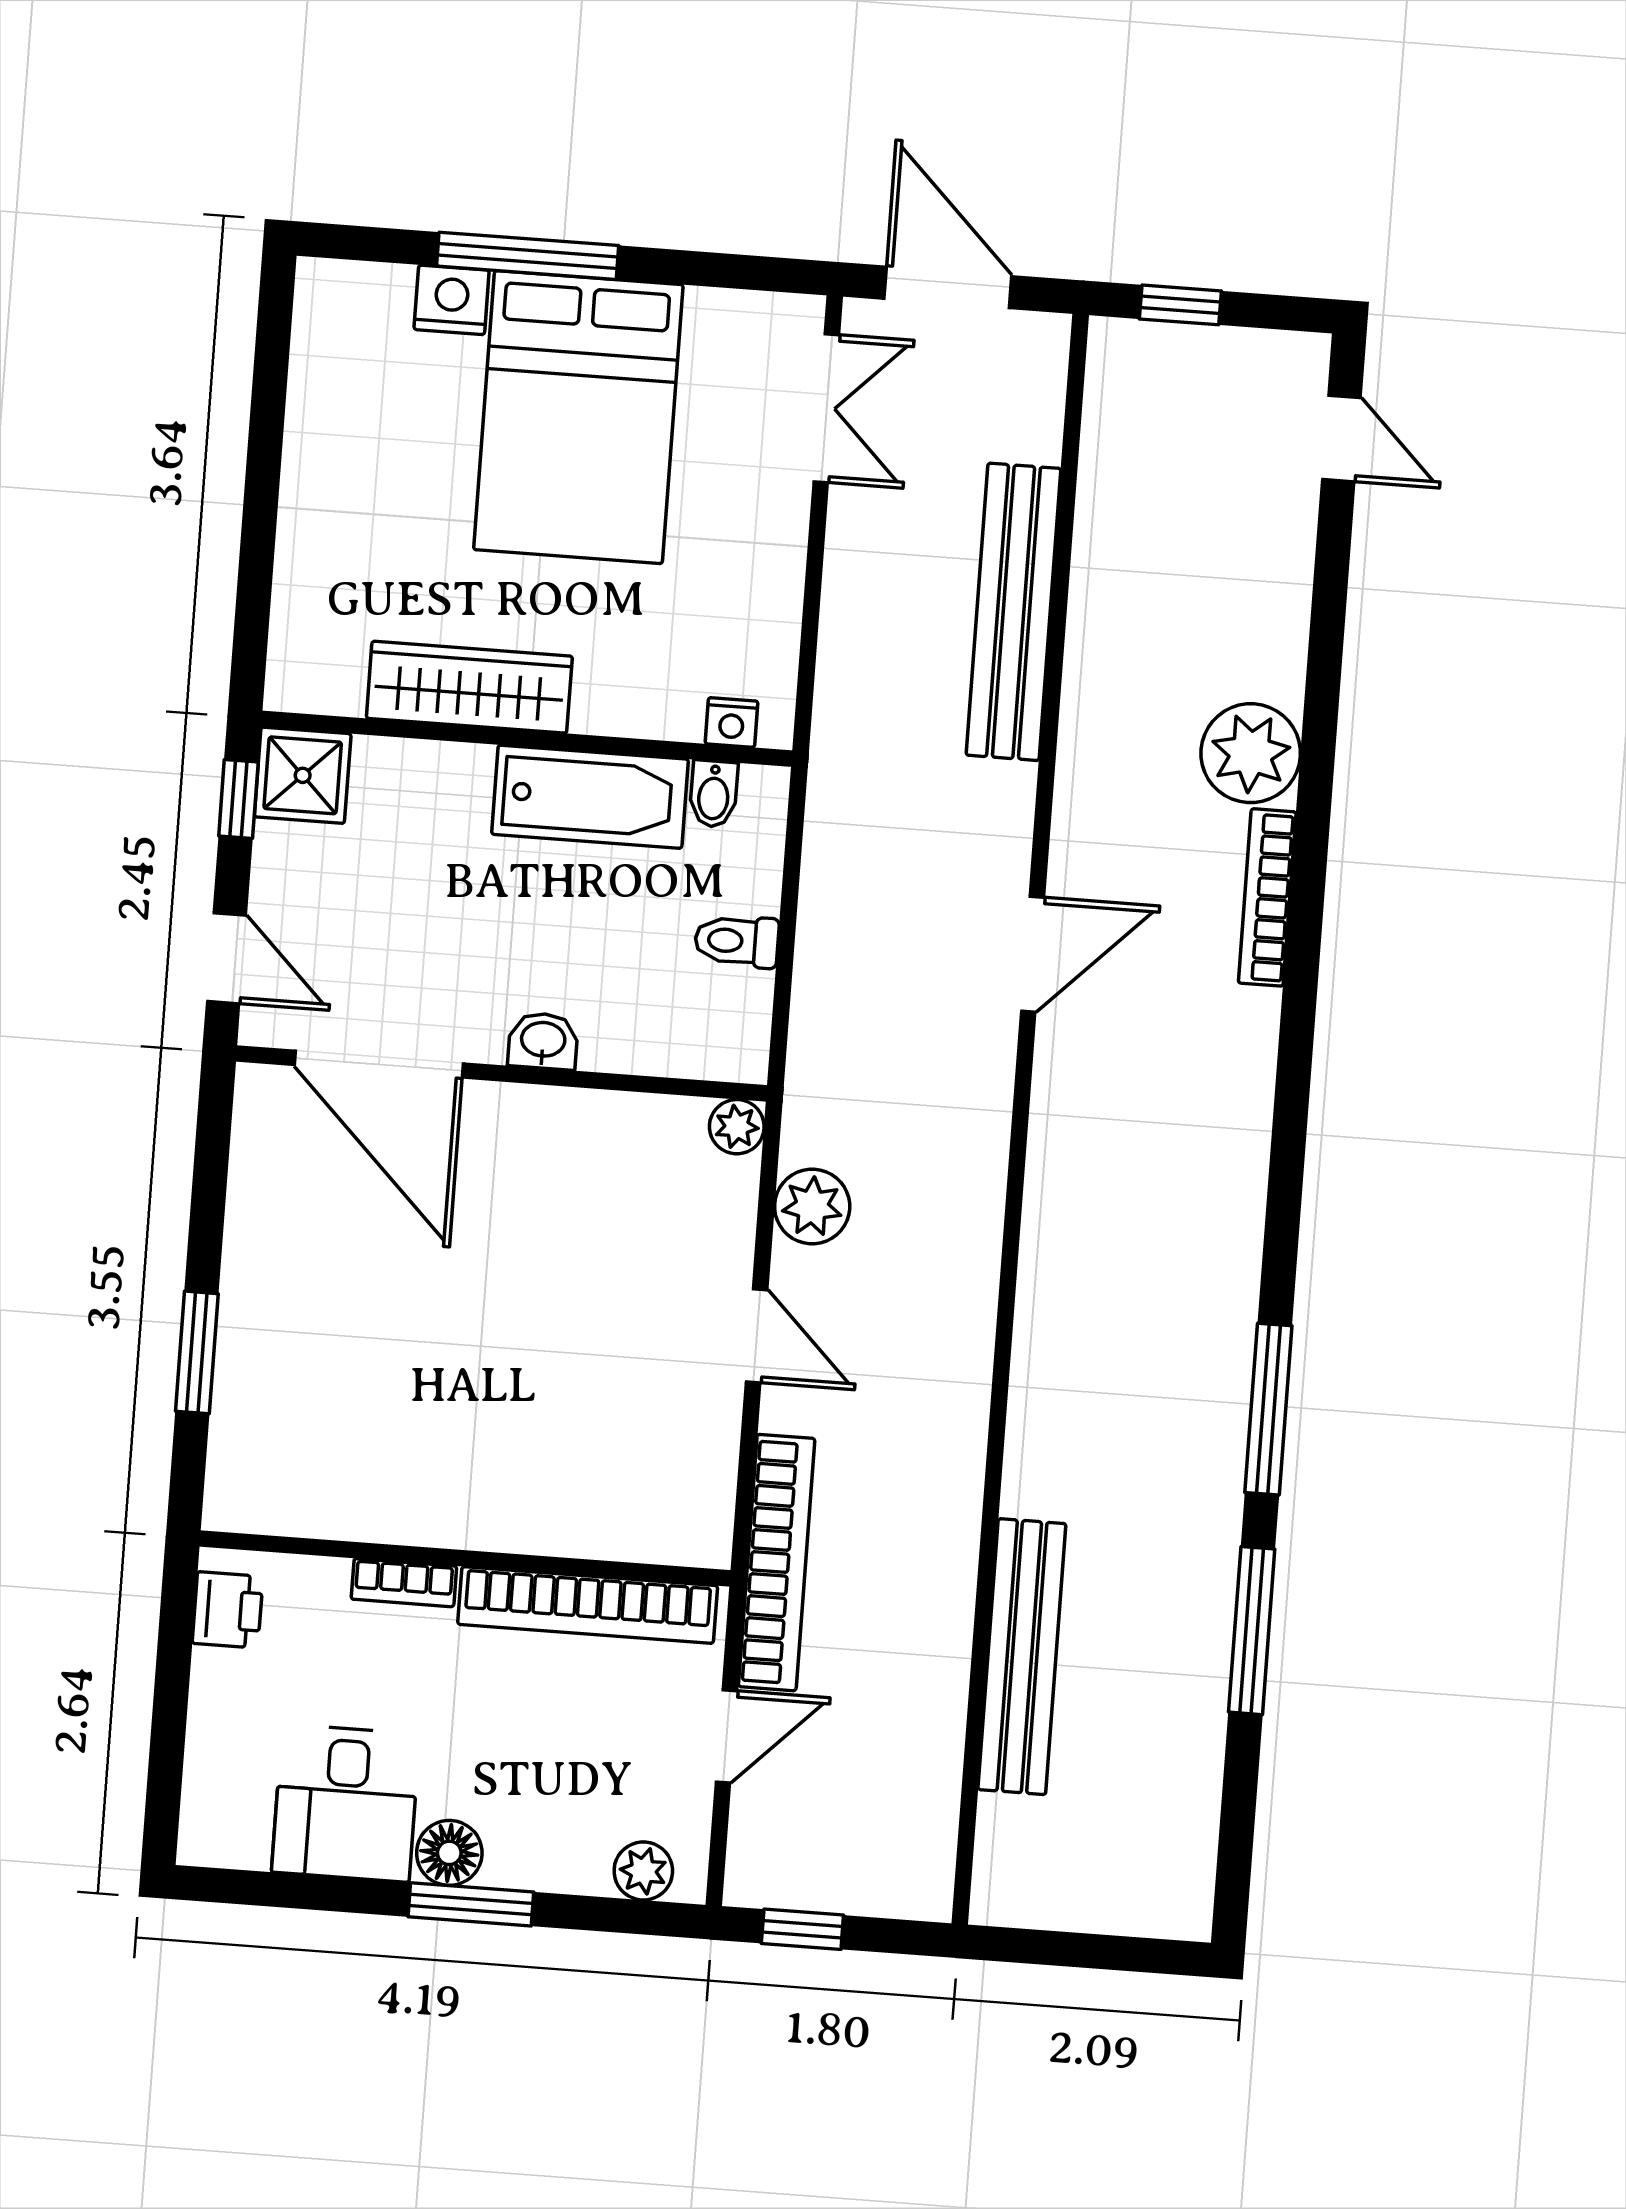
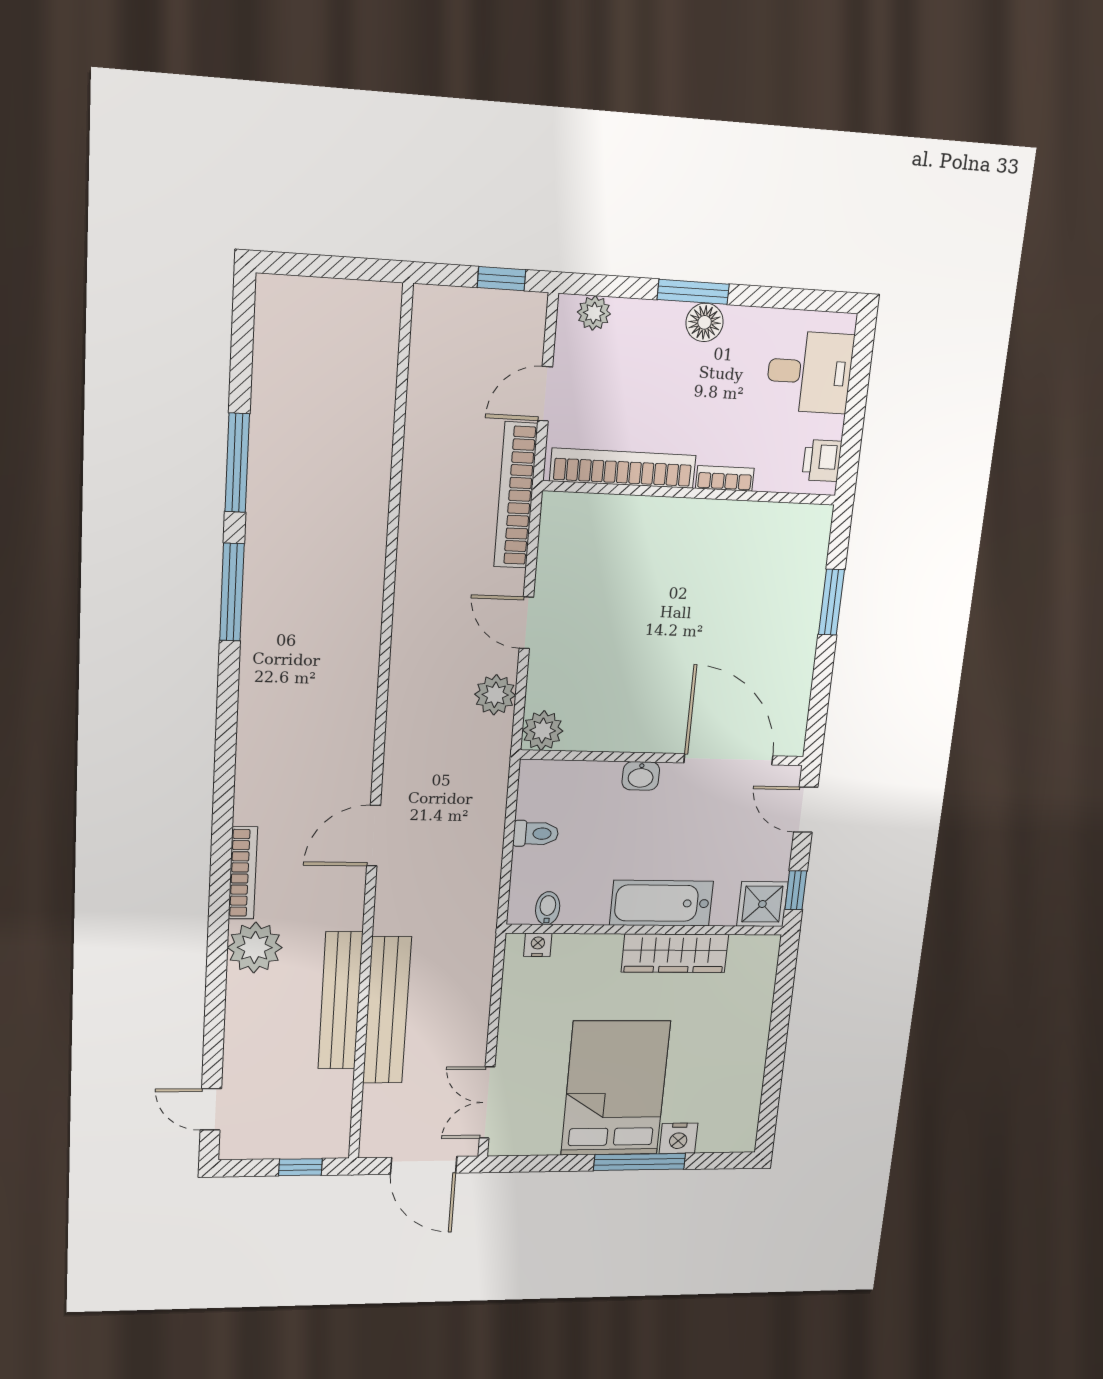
bathtub: (590, 797) -> (661, 903), moved
plant: (737, 1127) -> (543, 731), width x1.38, depth x1.38
bench: (1022, 1657) -> (340, 1001), moved
desk: (346, 1803) -> (810, 372), moved, turned 90

